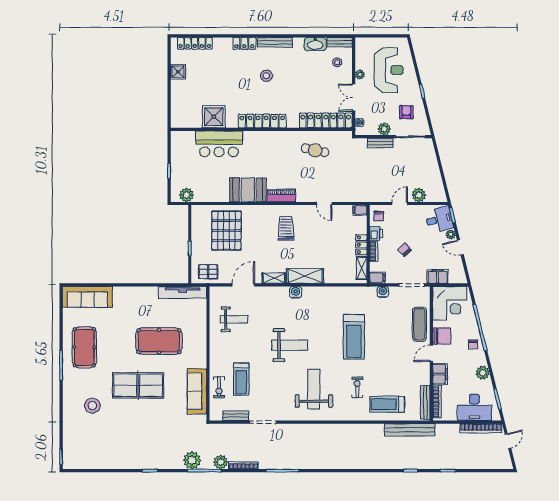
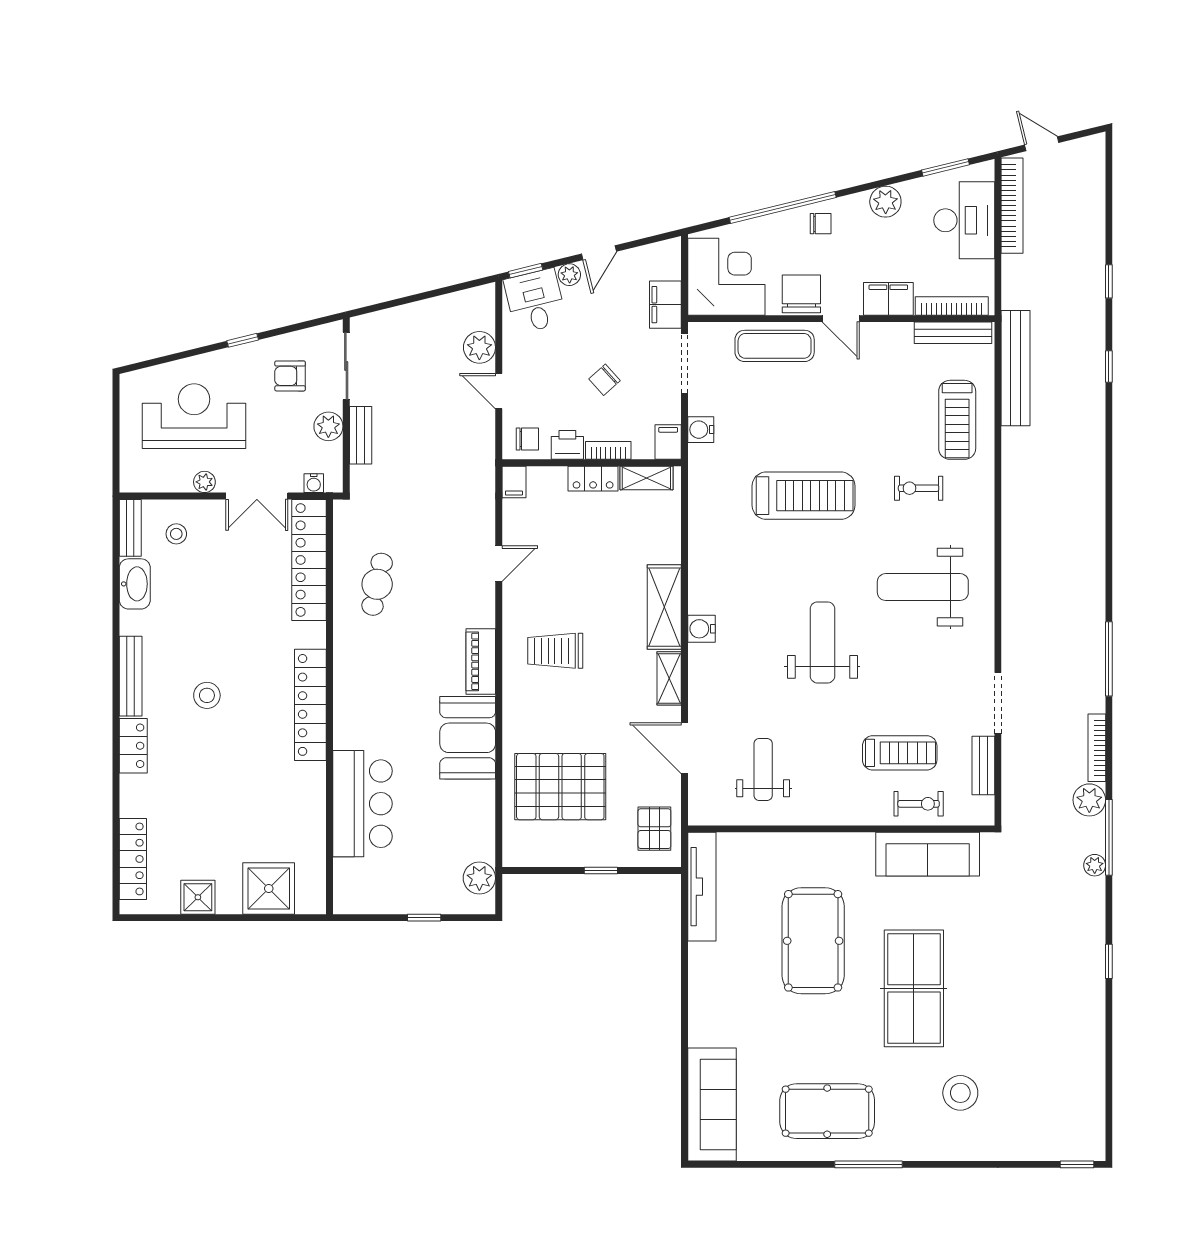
shower: (214, 117) -> (269, 888), moved
plant: (192, 460) -> (1095, 865), width x0.53, depth x0.53

